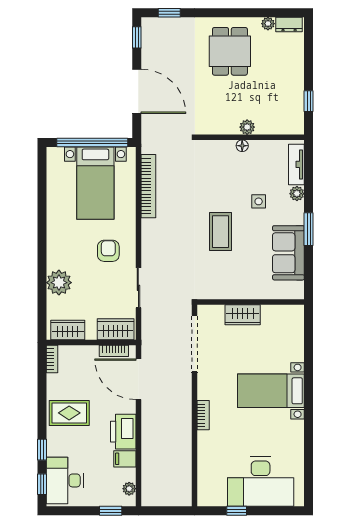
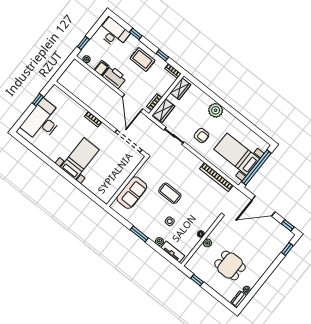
dining table: (230, 51) -> (230, 266), moved
sofa: (288, 253) -> (132, 193), moved, turned 90
plant: (59, 283) -> (216, 110), moved
wardrobe: (243, 315) -> (124, 173), removed
door: (138, 379) -> (133, 103), swing flipped
rug: (69, 413) -> (142, 59), turned 90
window: (42, 484) -> (162, 55), moved

